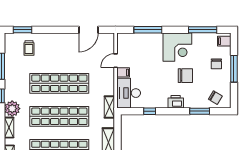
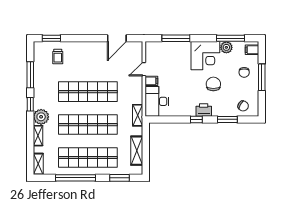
plant: (199, 39) -> (226, 47), added
chair: (185, 76) -> (213, 84), turned -90
window: (150, 111) -> (196, 119), moved

